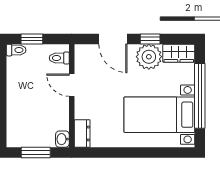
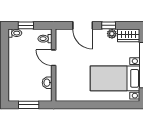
plant: (149, 57) -> (112, 34), width x0.53, depth x0.53
dresser: (82, 133) -> (61, 92), removed
washbasin: (62, 139) -> (47, 83), moved

